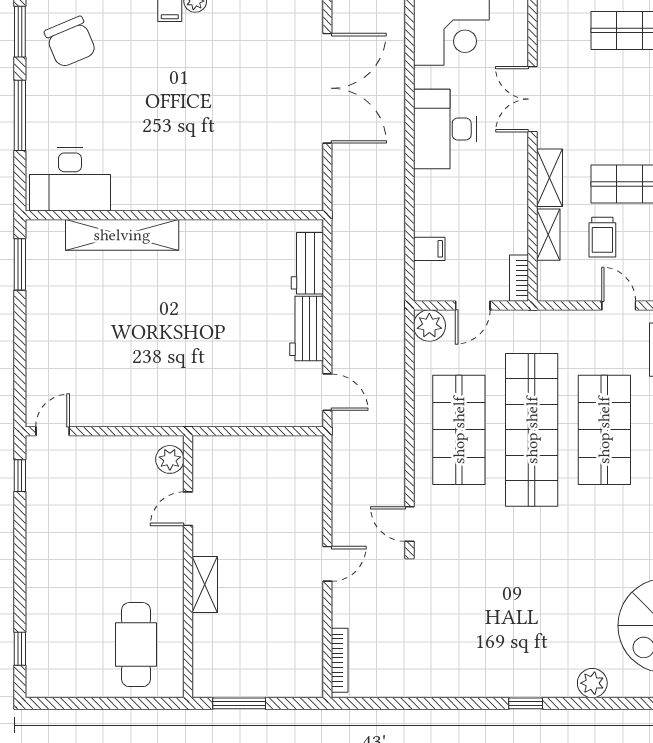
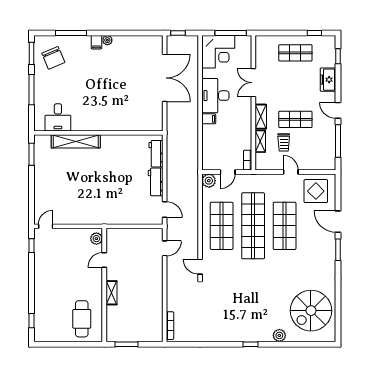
desk: (70, 179) -> (58, 117), width x0.73
filing cabinet: (429, 249) -> (209, 119), moved
door: (327, 564) -> (165, 248), moved

